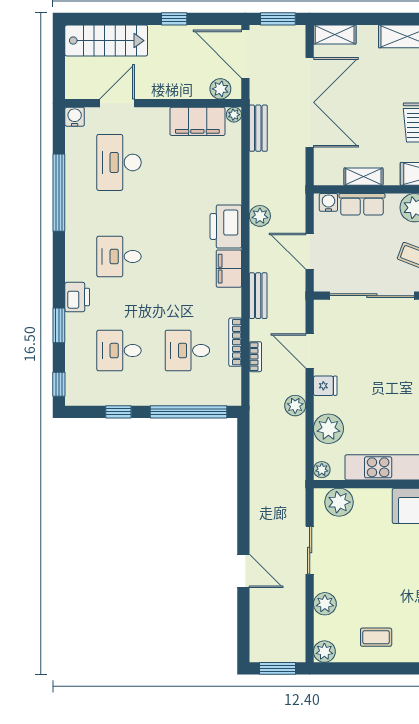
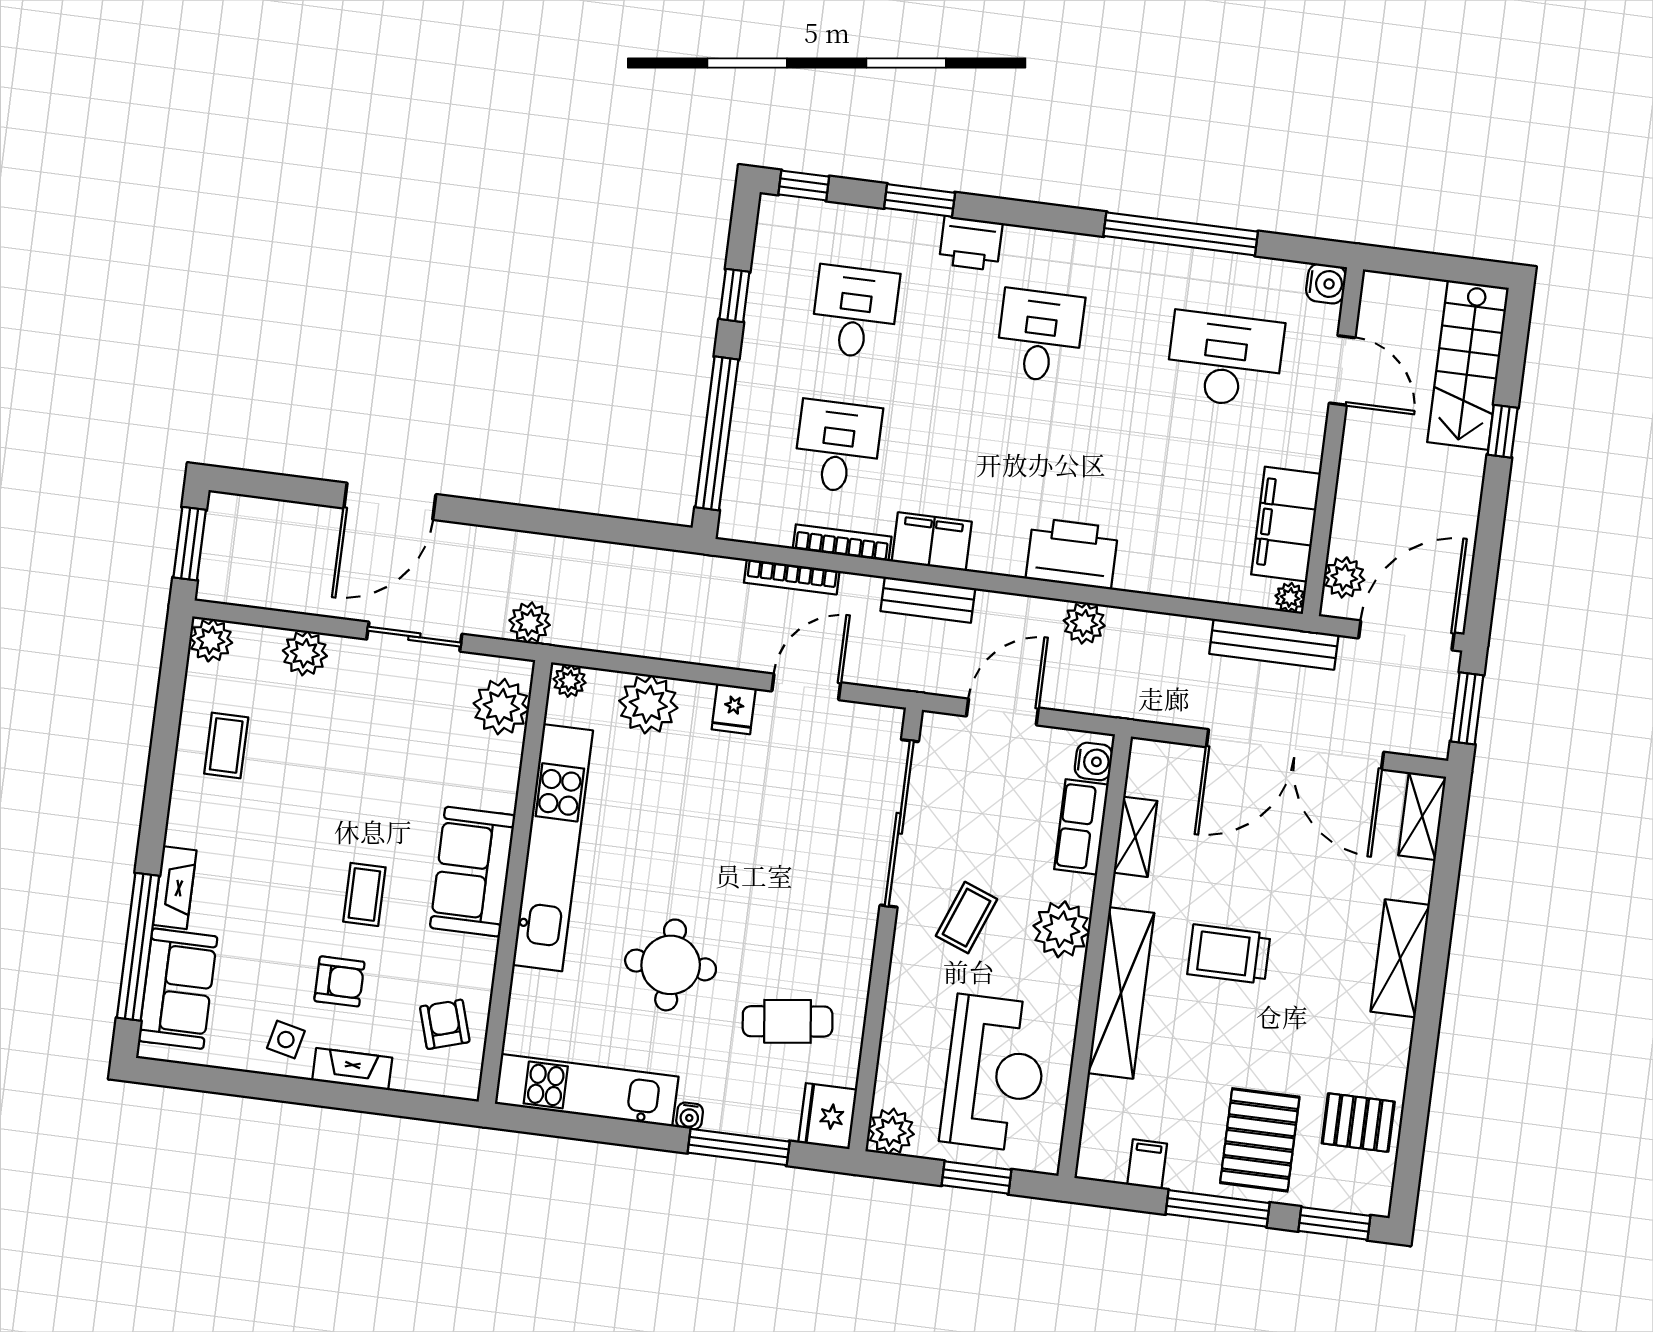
window: (174, 19) -> (1503, 431), moved
bench: (258, 128) -> (1274, 644), width x1.36
filing cabinet: (229, 269) -> (932, 542), moved
bookcase: (255, 357) -> (792, 577), width x1.56
plant: (295, 406) -> (530, 623), moved
door: (243, 571) -> (390, 501), width x1.36

